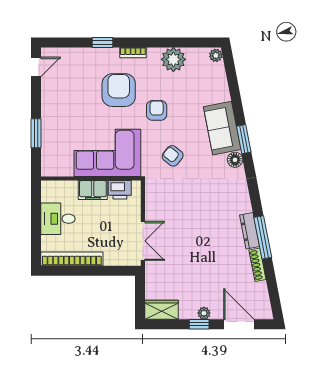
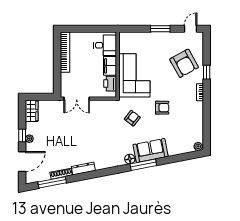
plant: (173, 59) -> (195, 119), removed
door: (36, 67) -> (191, 29), swing flipped
armchair: (119, 90) -> (184, 63), moved, turned 61
window: (36, 133) -> (160, 29), moved
window: (244, 139) -> (143, 165), width x1.44
desk: (58, 219) -> (105, 45), moved, turned 90
window: (263, 237) -> (52, 182), moved

